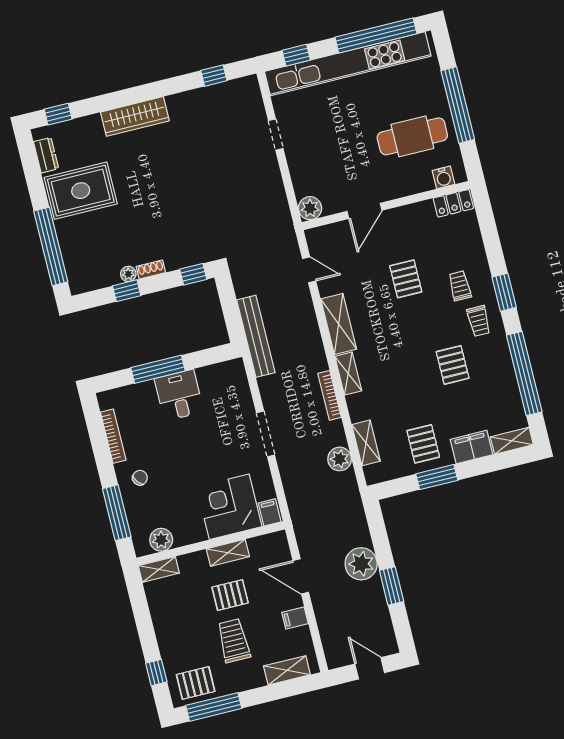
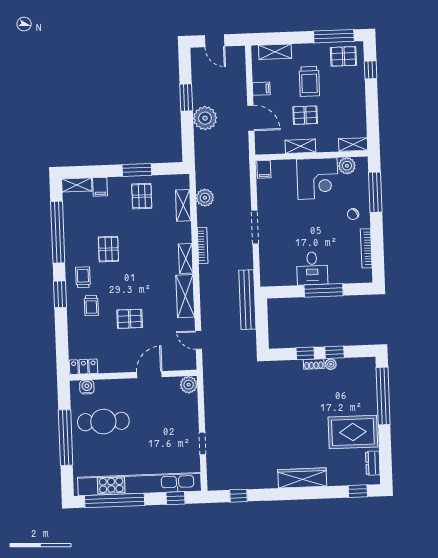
window: (193, 274) -> (305, 353), moved
pallet: (406, 279) -> (130, 319), turned 90
filing cabinet: (472, 447) -> (100, 187), width x0.50
corner desk: (229, 507) -> (318, 179), moved

